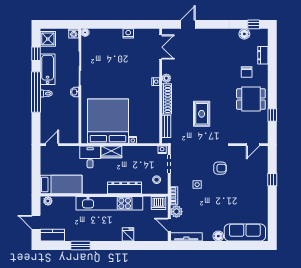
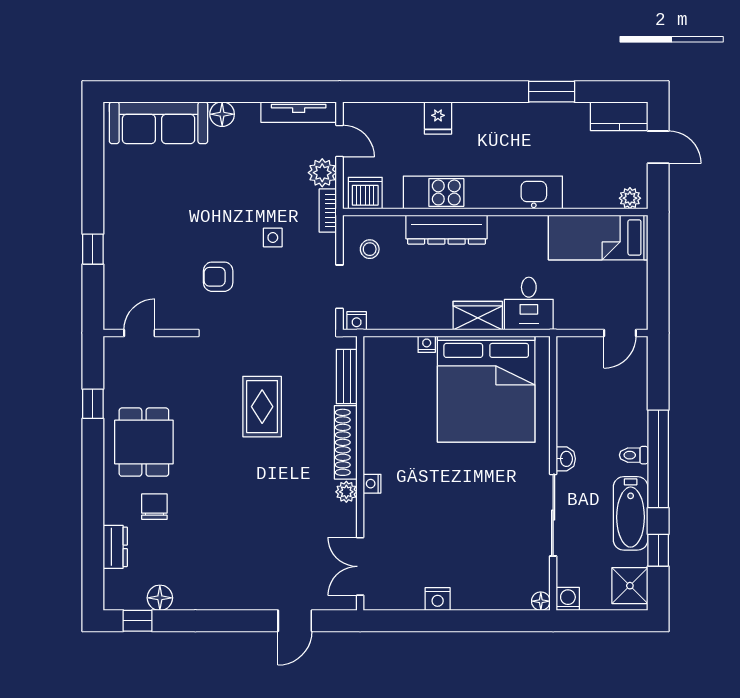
dining table: (251, 99) -> (144, 442), turned 90

